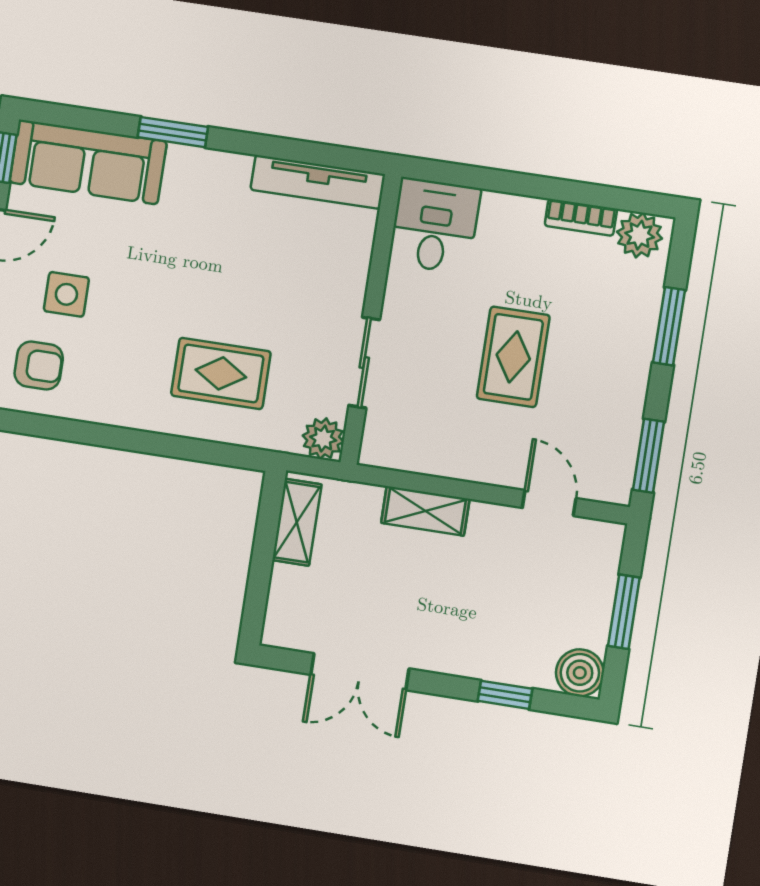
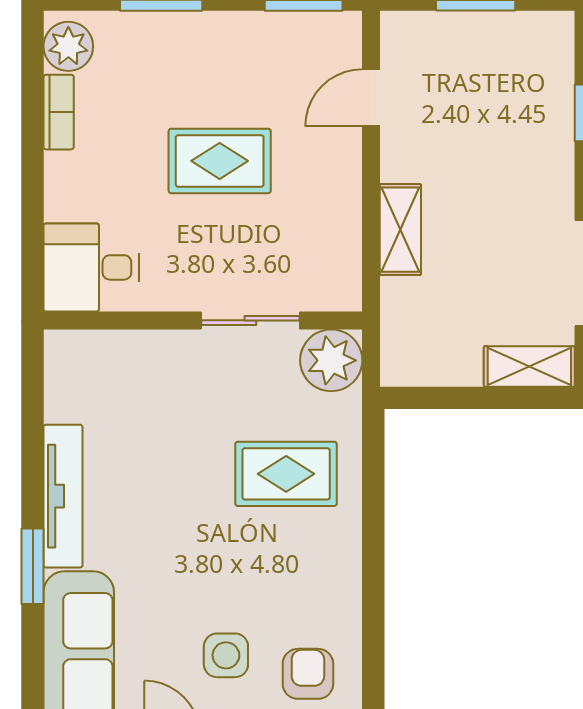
tv unit: (318, 182) -> (63, 496), moved
rug: (221, 373) -> (286, 474), turned 90
plant: (323, 439) -> (331, 360), width x1.36, depth x1.36
shelving: (297, 522) -> (529, 366), moved
boiler: (580, 673) -> (549, 36), removed

